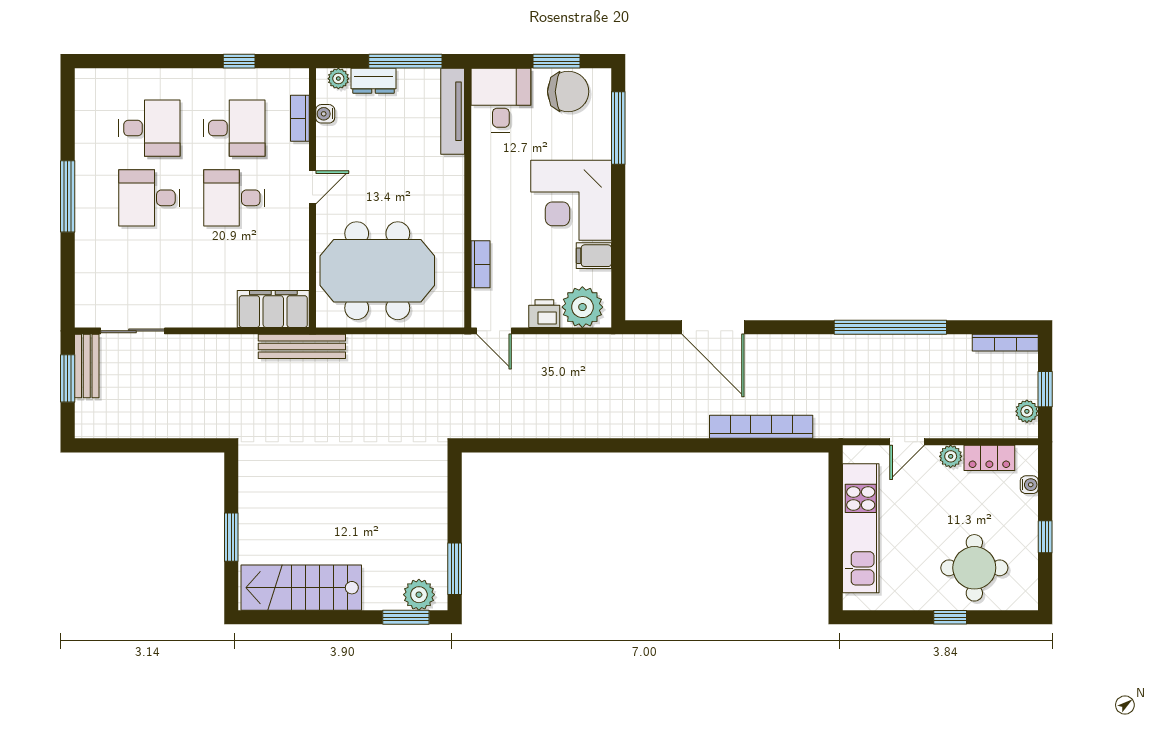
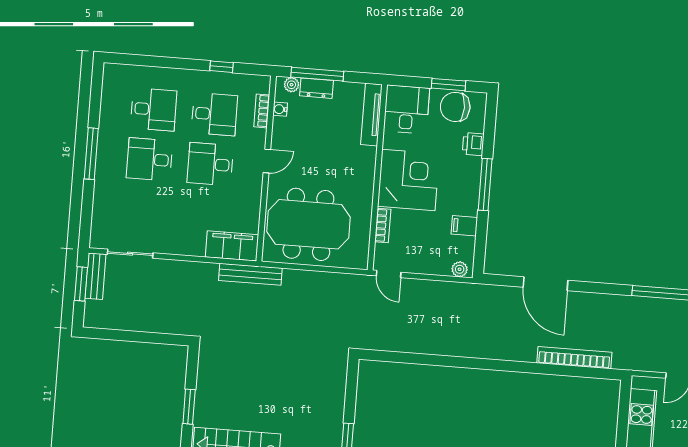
window: (405, 61) -> (317, 74), moved
chair: (568, 92) -> (455, 107), turned 180
window: (618, 128) -> (485, 185), moved
corner desk: (571, 200) -> (408, 180), moved, turned 180
plant: (582, 307) -> (460, 269), width x0.53, depth x0.53
printer: (544, 314) -> (473, 144), moved, turned -90

